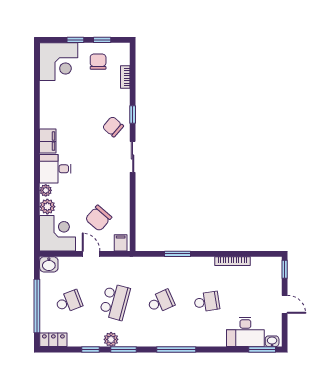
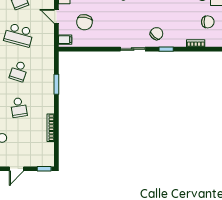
chair: (98, 218) -> (84, 22), turned -121
door: (91, 254) -> (56, 16), swing flipped
school desk: (161, 302) -> (19, 71), turned 42

